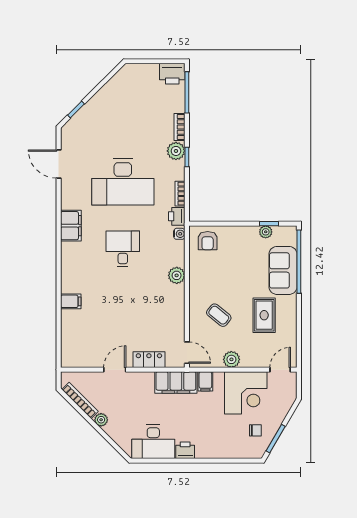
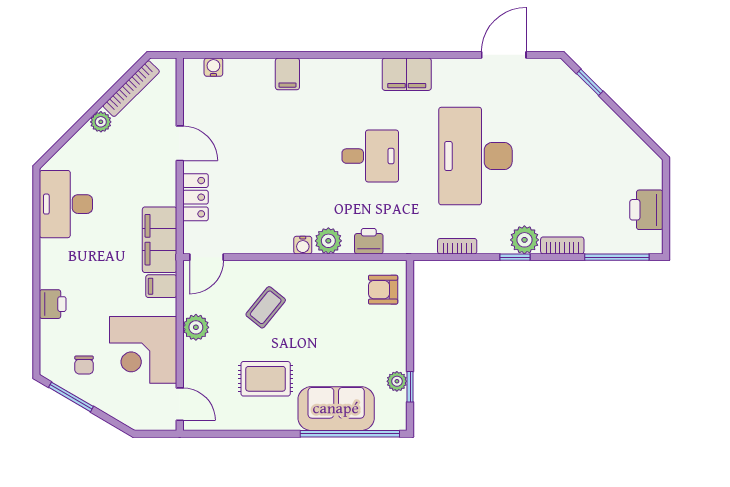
printer: (172, 74) -> (646, 210), moved
printer: (177, 216) -> (369, 241), moved
water cooler: (179, 234) -> (303, 245), moved
water cooler: (66, 348) -> (213, 67), added
printer: (185, 450) -> (53, 304), moved

